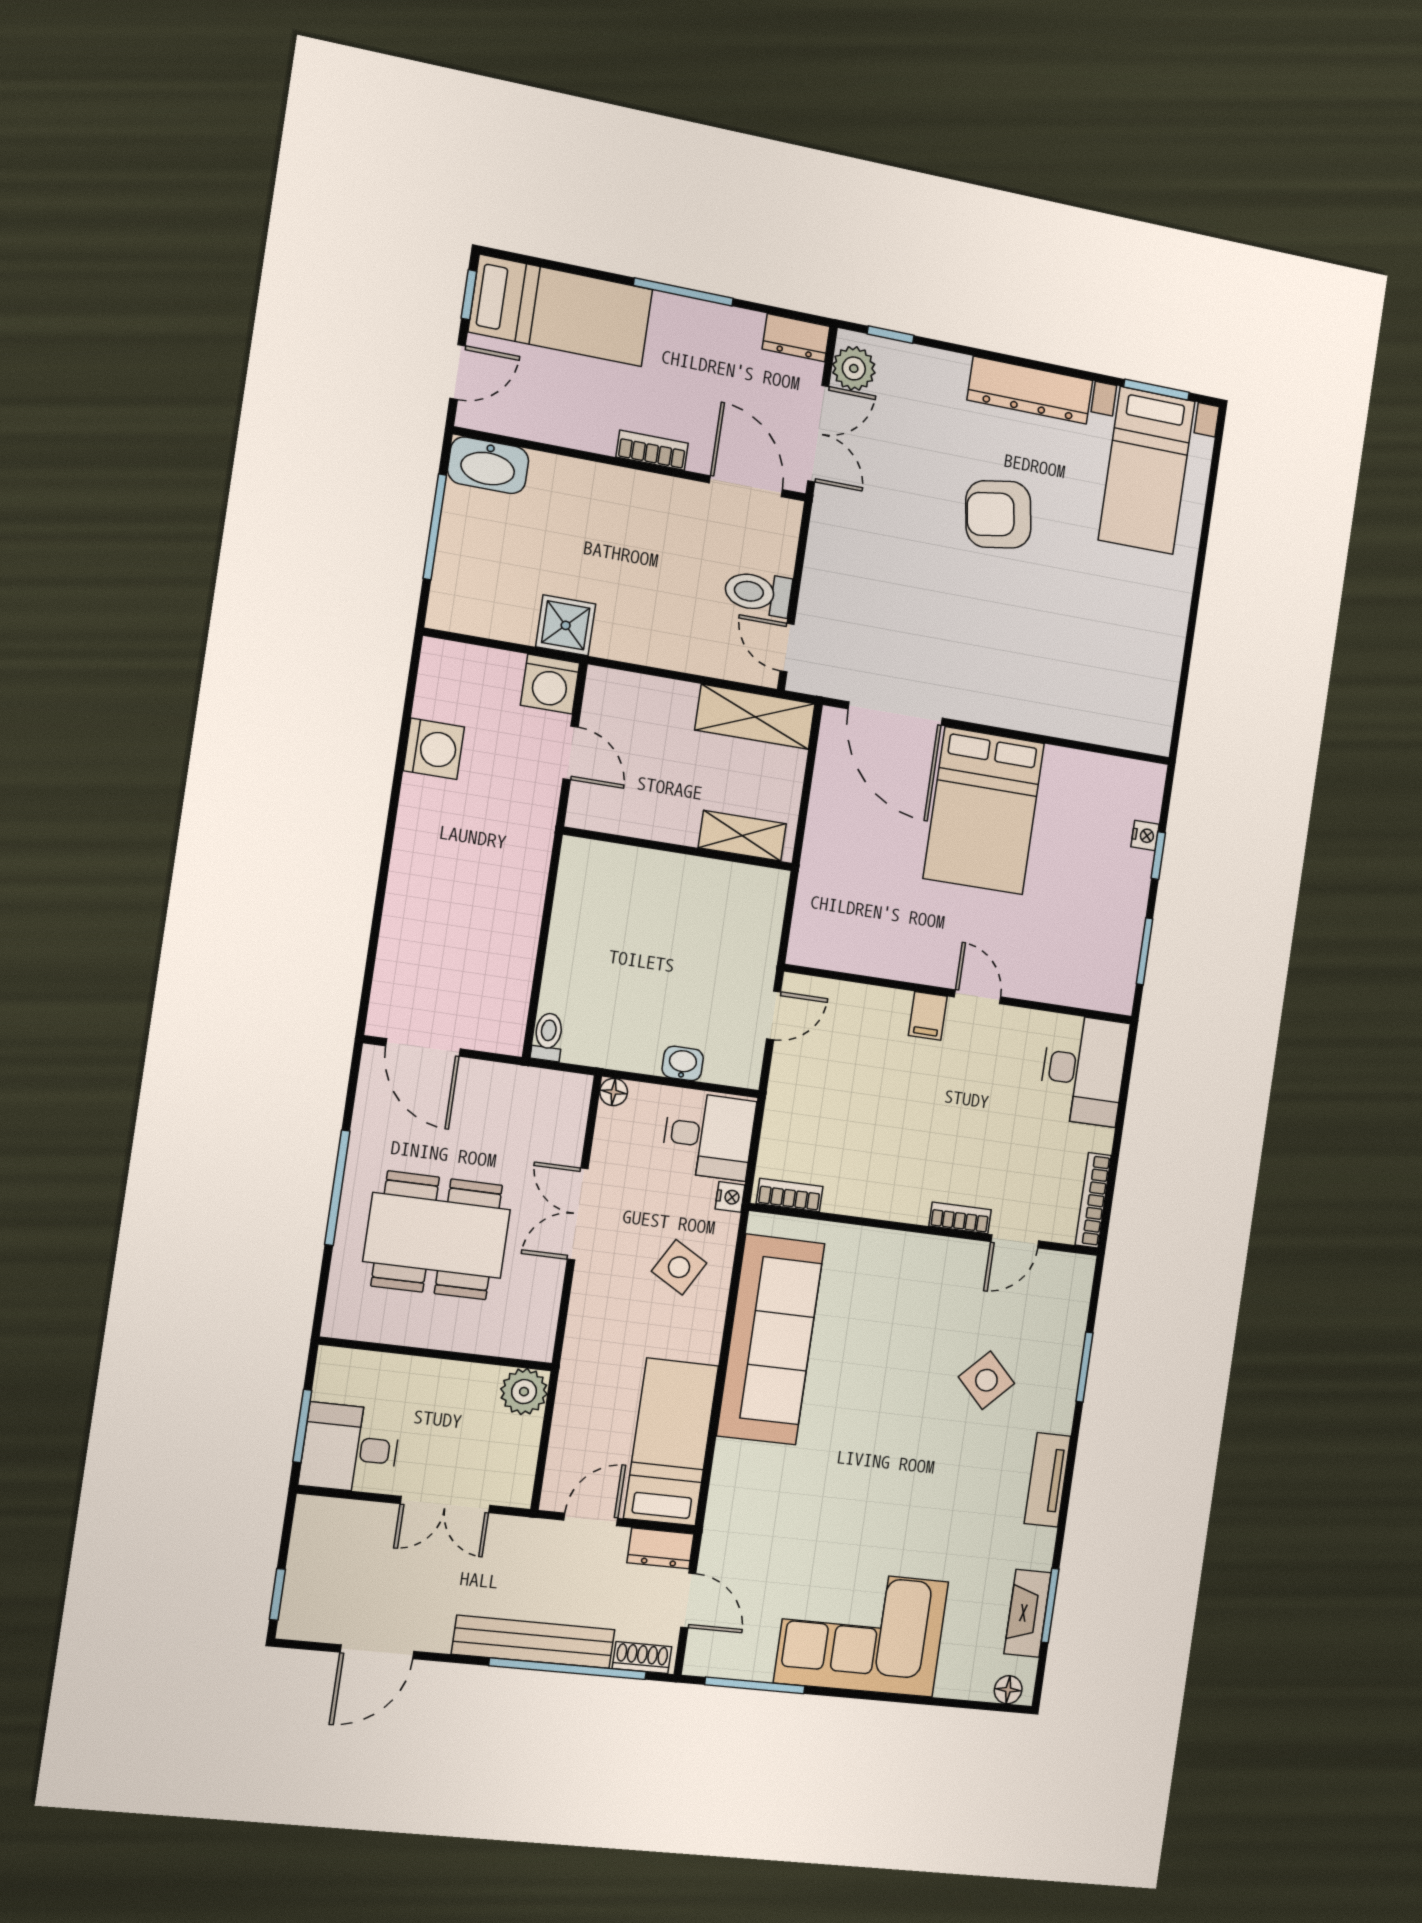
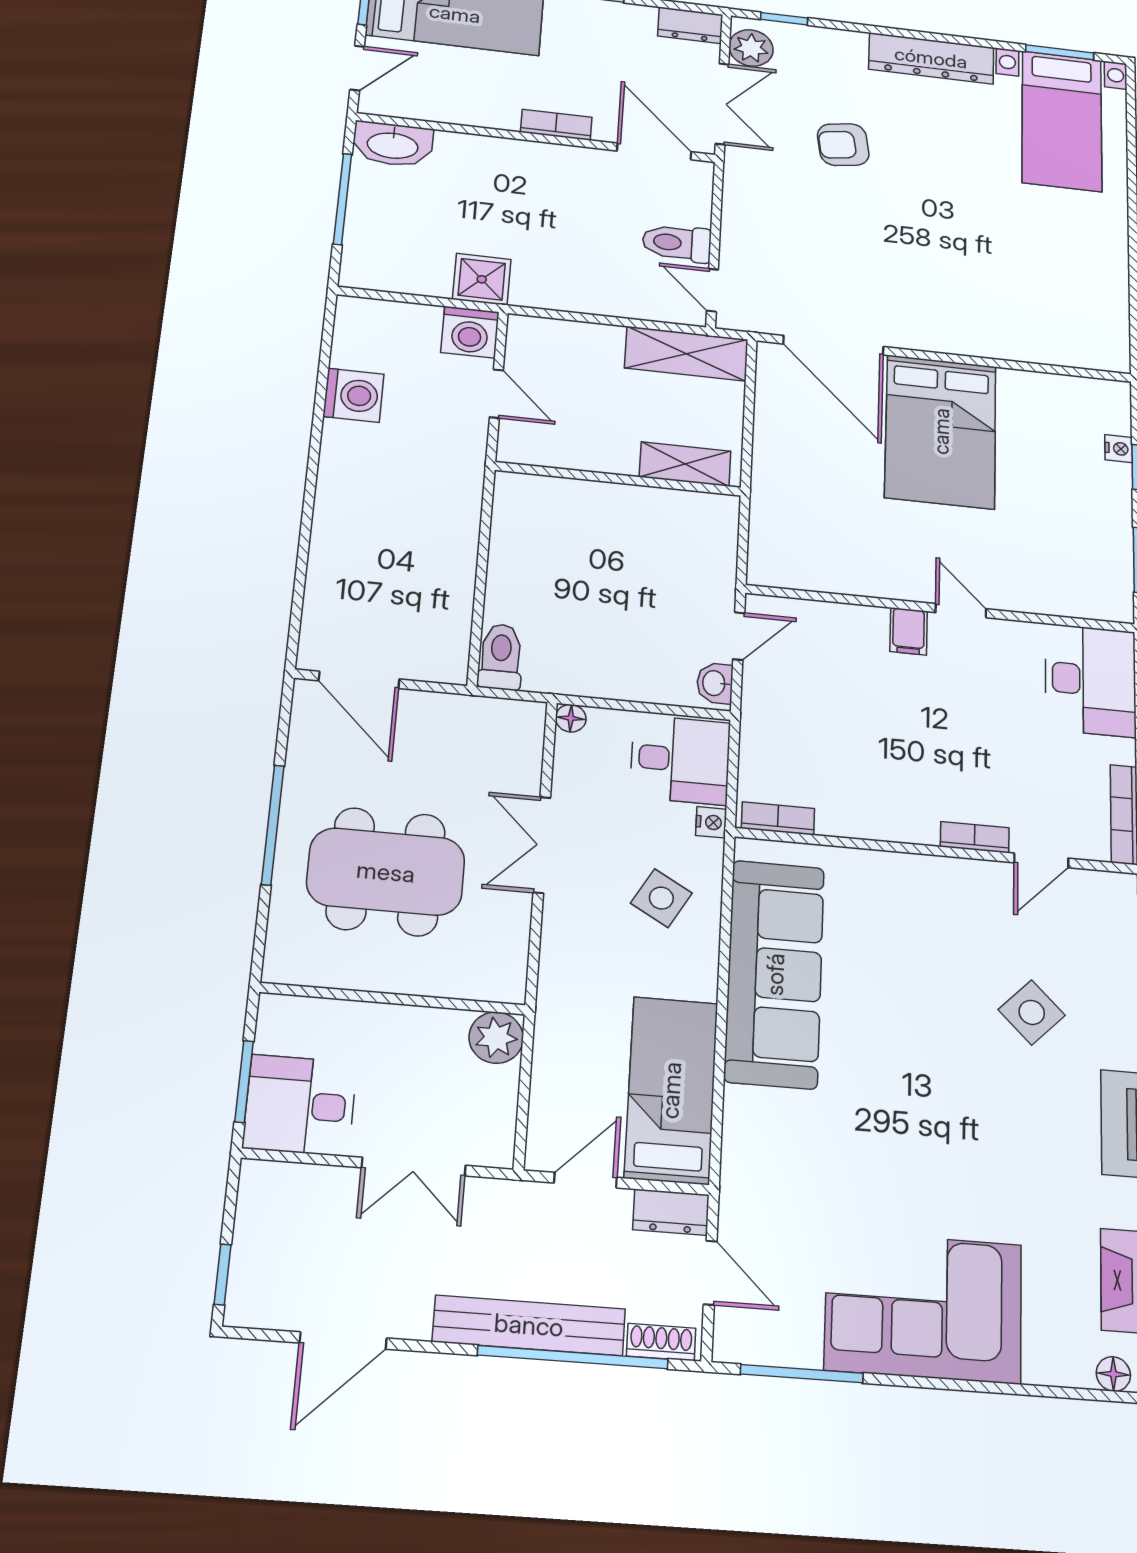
armchair: (998, 514) -> (843, 145), moved, width x0.72, depth x0.72
toilet: (548, 1037) -> (501, 657), width x1.37, depth x1.39
washbasin: (683, 1063) -> (715, 683), moved, turned -90

